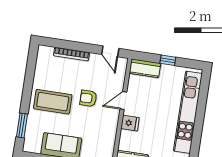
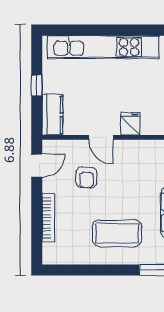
armchair: (88, 98) -> (87, 177), moved
coffee table: (53, 102) -> (117, 233), turned 90

